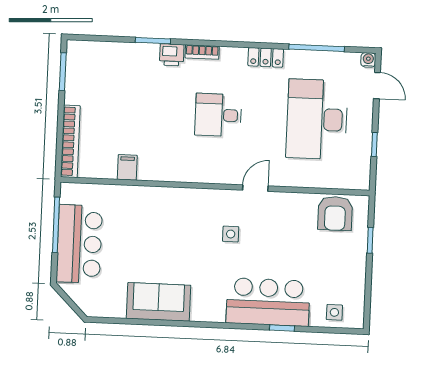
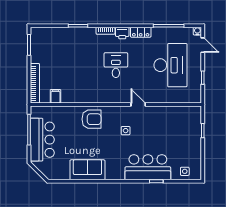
printer: (172, 55) -> (122, 33), moved
desk: (218, 115) -> (116, 65), turned 90
desk: (317, 119) -> (170, 65), turned 180
filing cabinet: (127, 167) -> (55, 96), moved
door: (255, 188) -> (138, 105), hinge flipped
armchair: (335, 213) -> (91, 119), moved, turned -90

